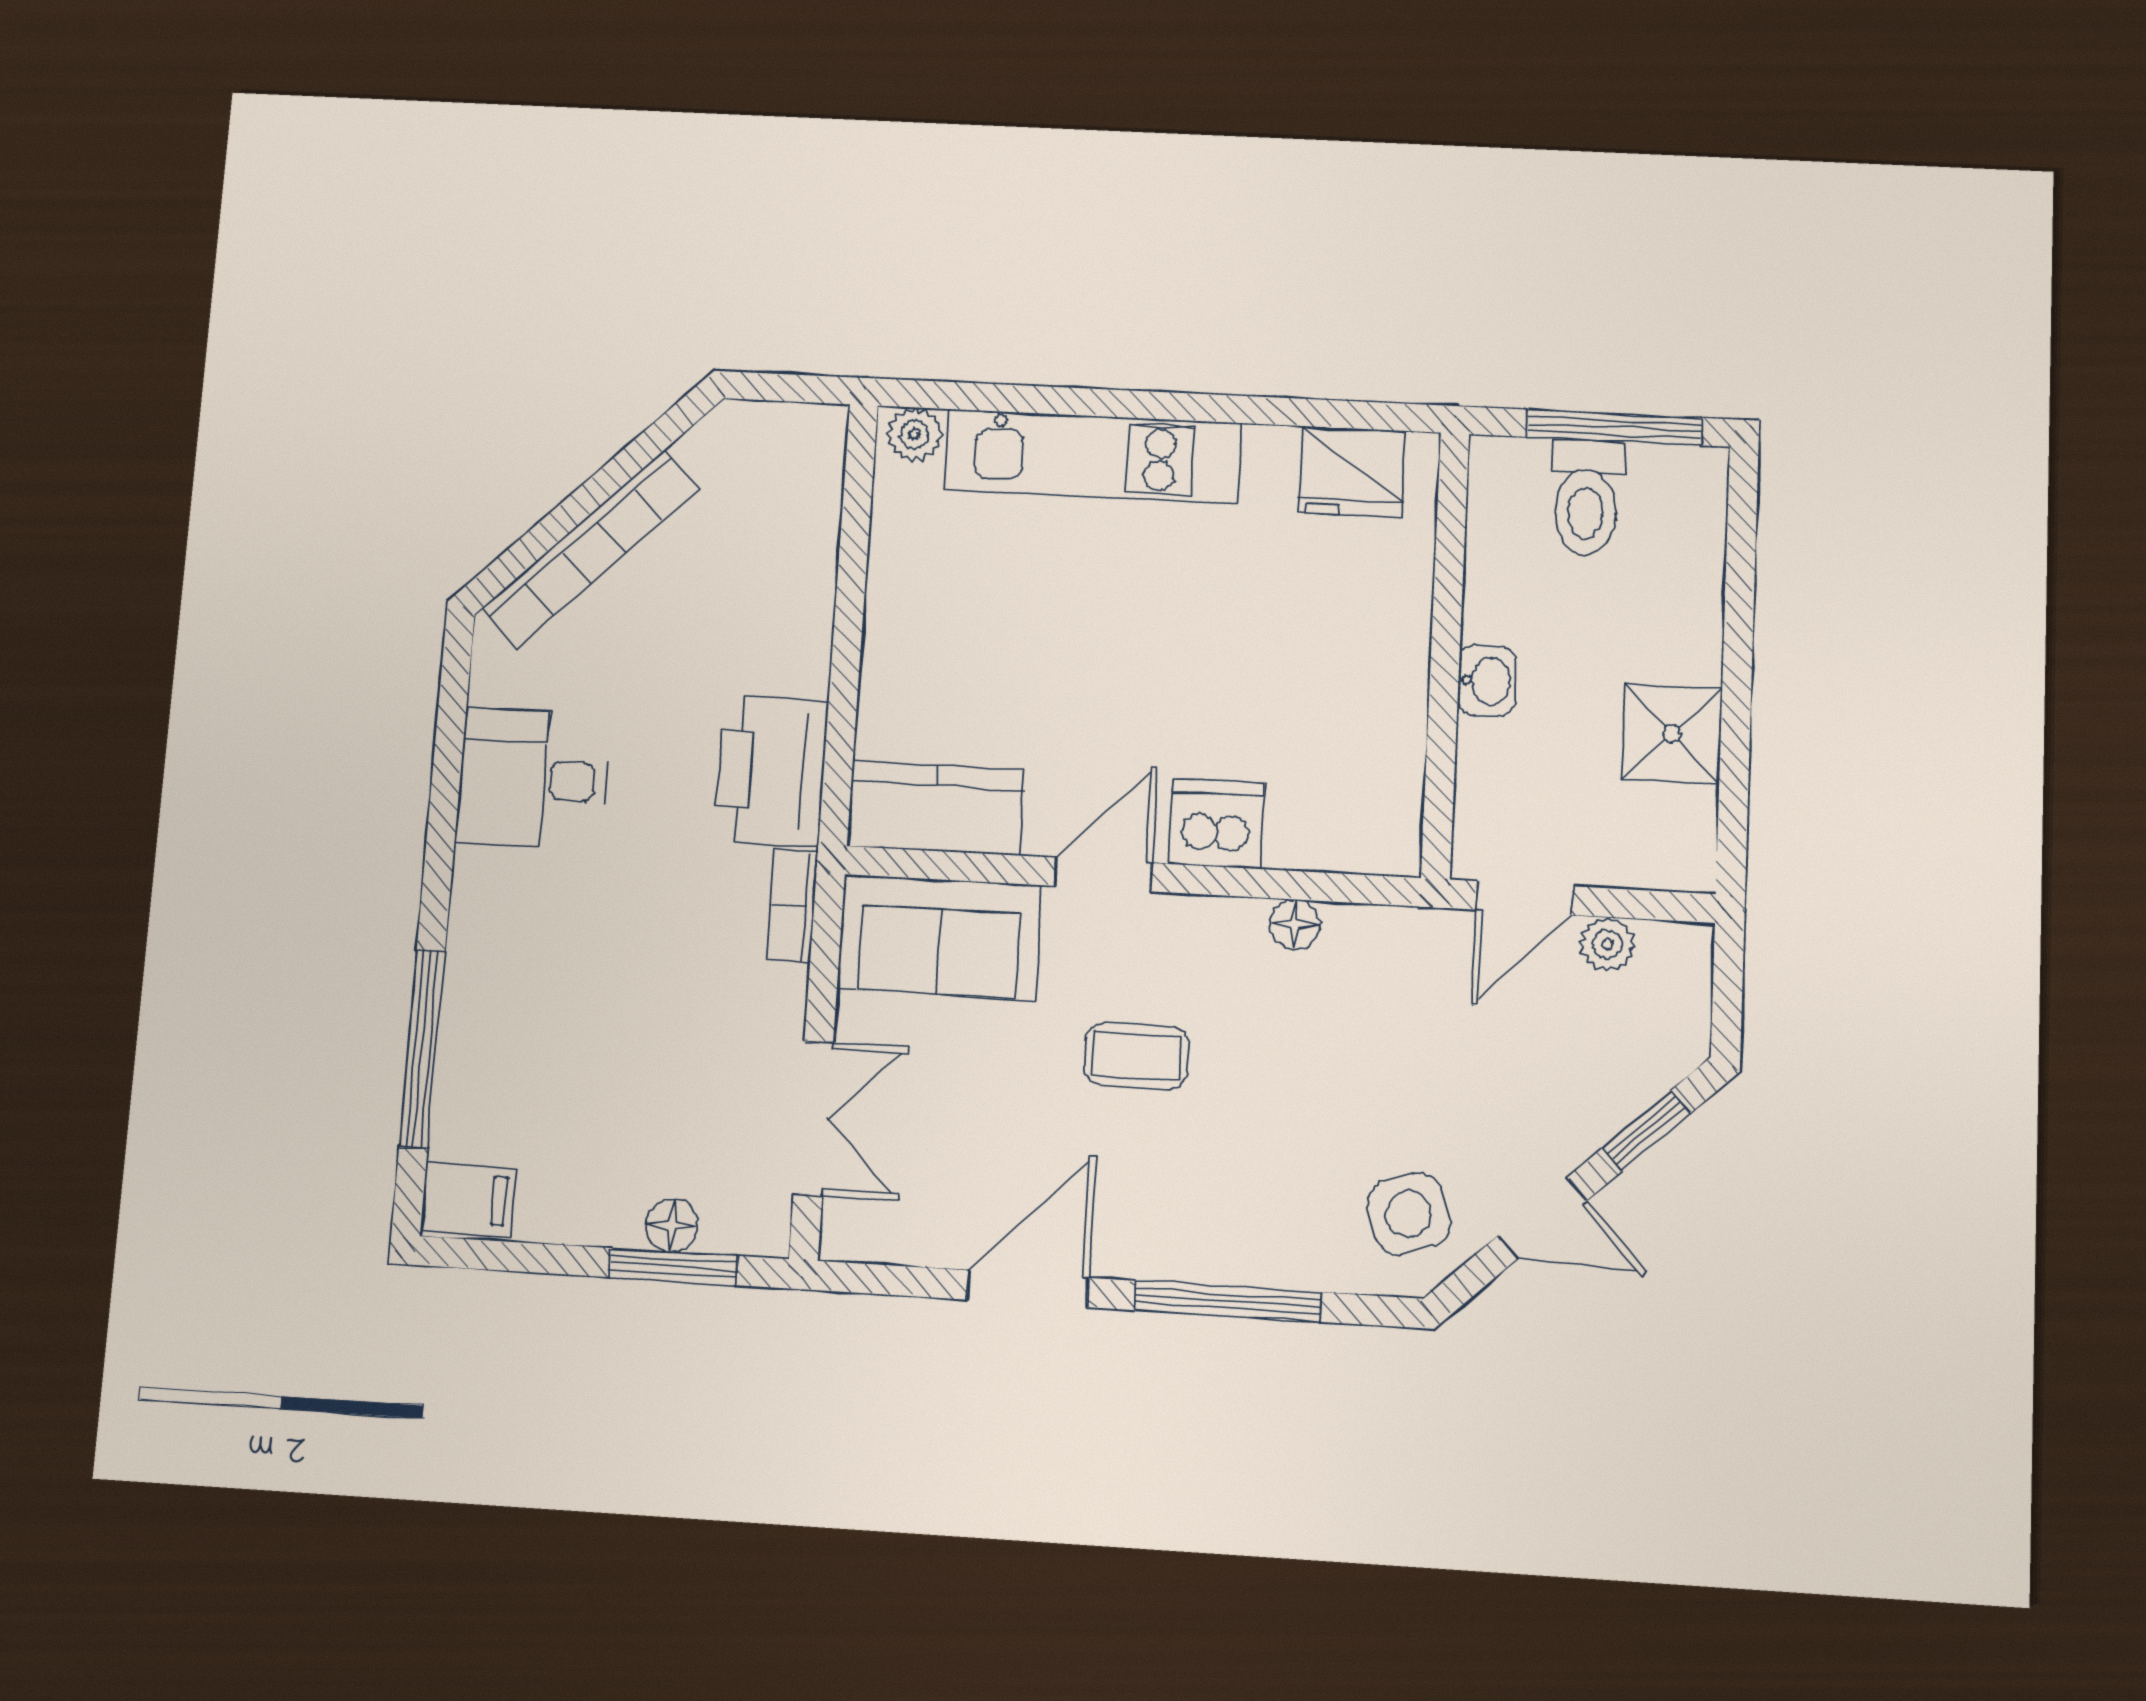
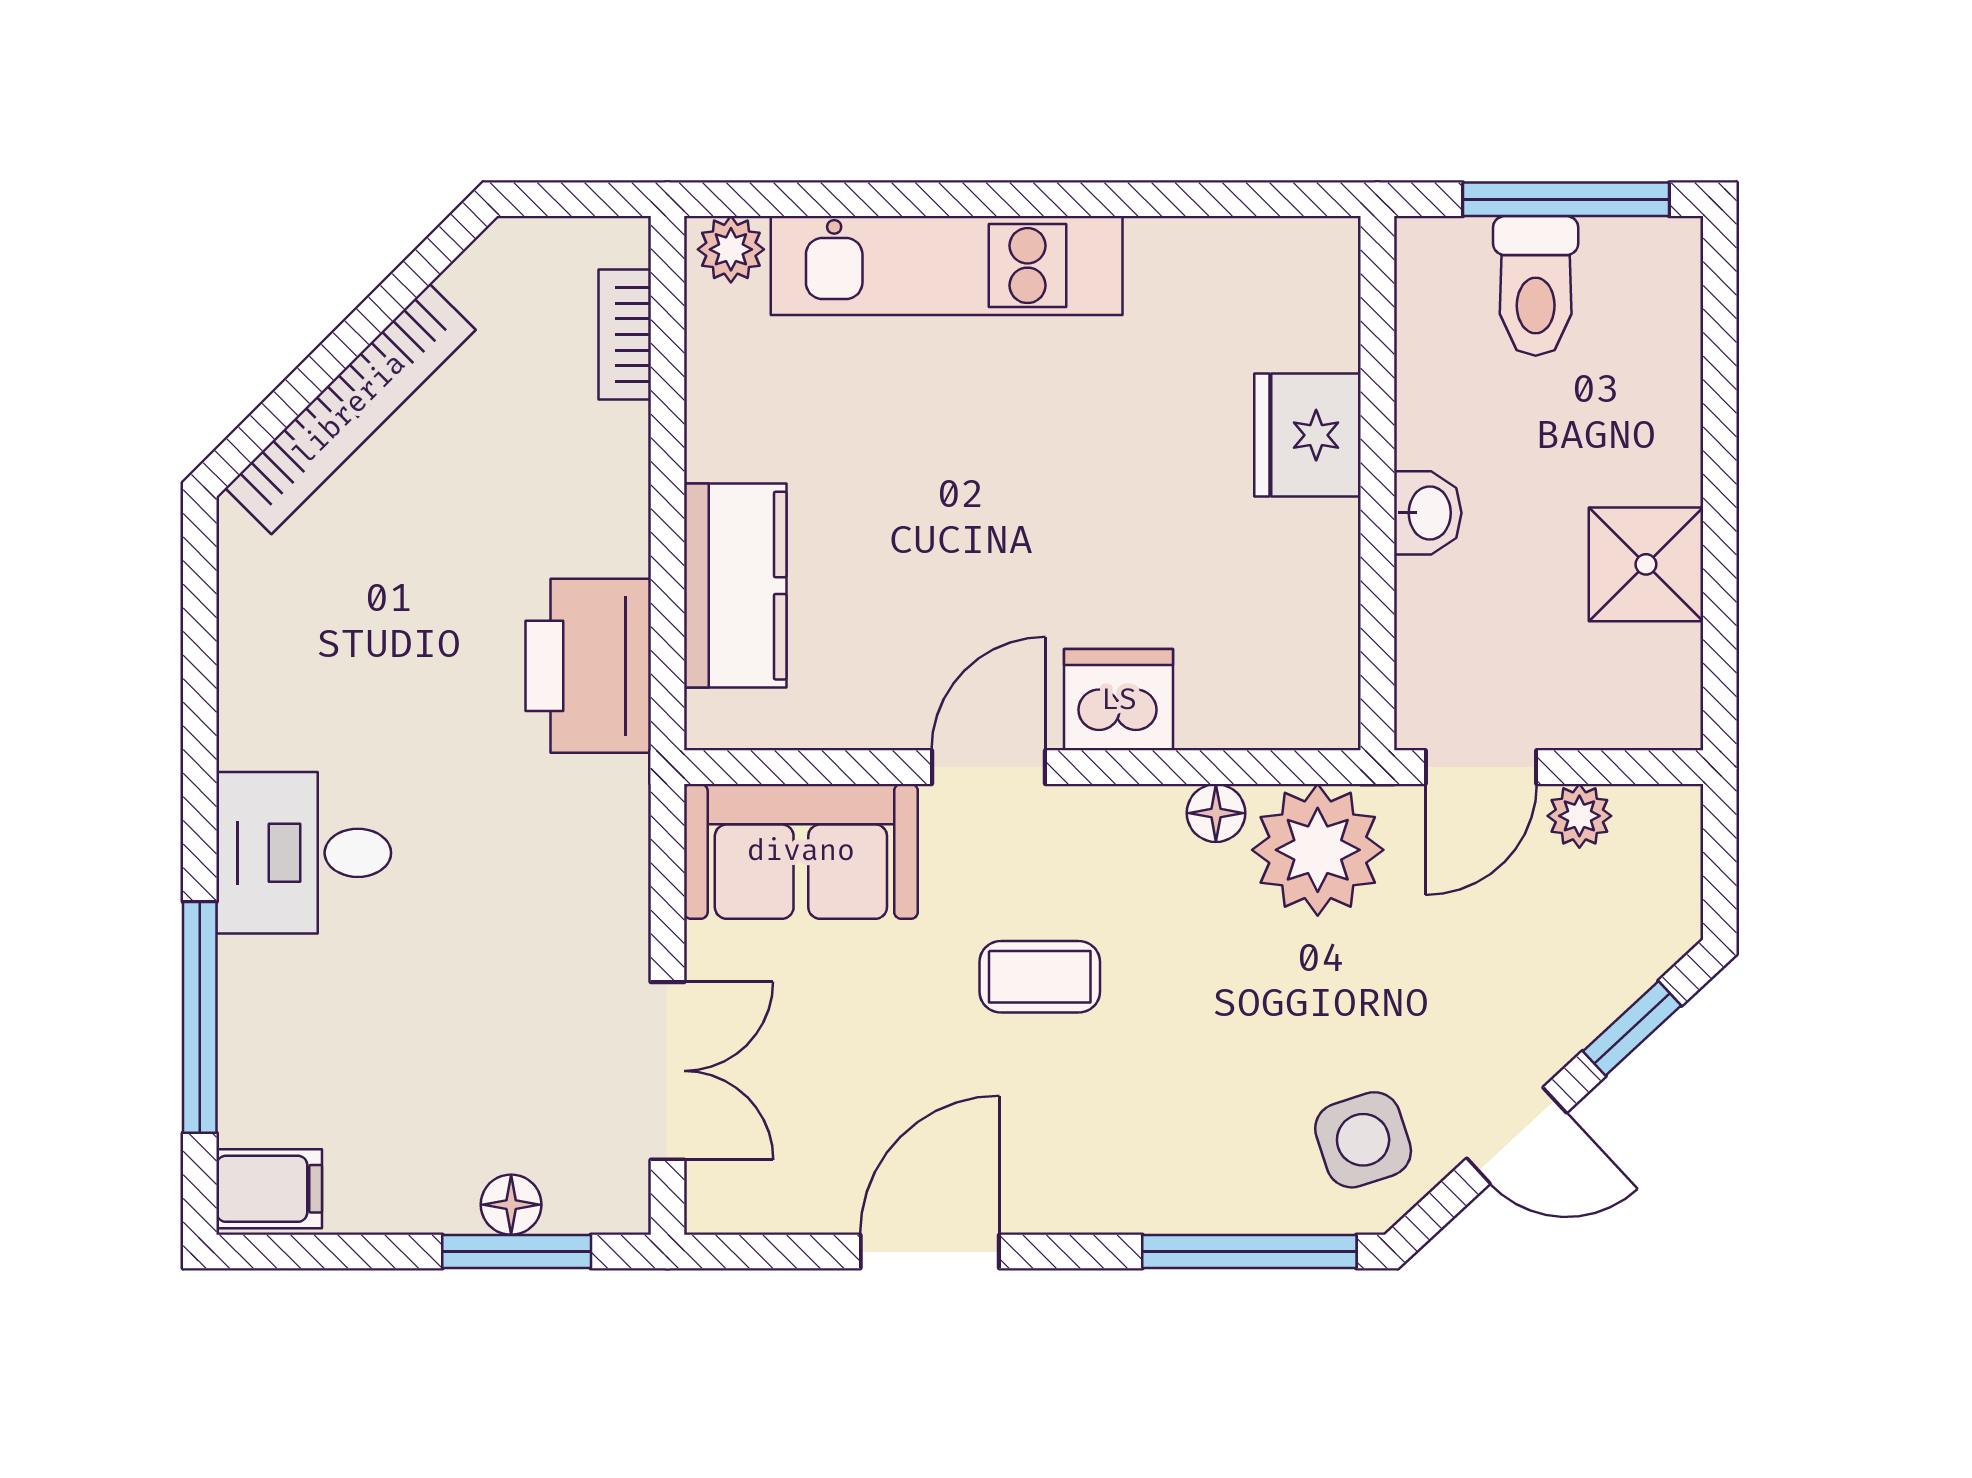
fridge: (1351, 472) -> (1308, 435), moved, turned 90
desk: (533, 779) -> (304, 853), moved
kitchen counter: (936, 808) -> (735, 586), moved, turned 90
bookcase: (792, 906) -> (625, 335), moved
plant: (1380, 961) -> (1318, 850), added
window: (1228, 1301) -> (1249, 1252), moved

